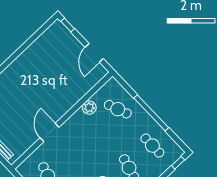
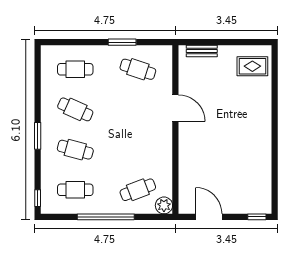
plant: (89, 107) -> (164, 205), moved

